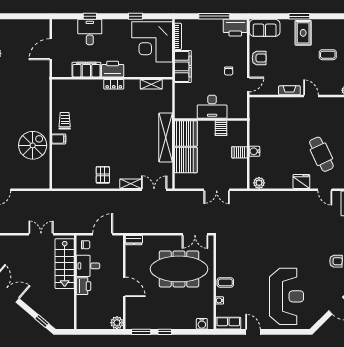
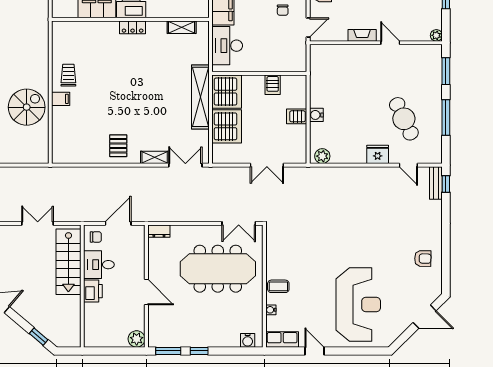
desk: (212, 107) -> (227, 46), moved, turned 90

